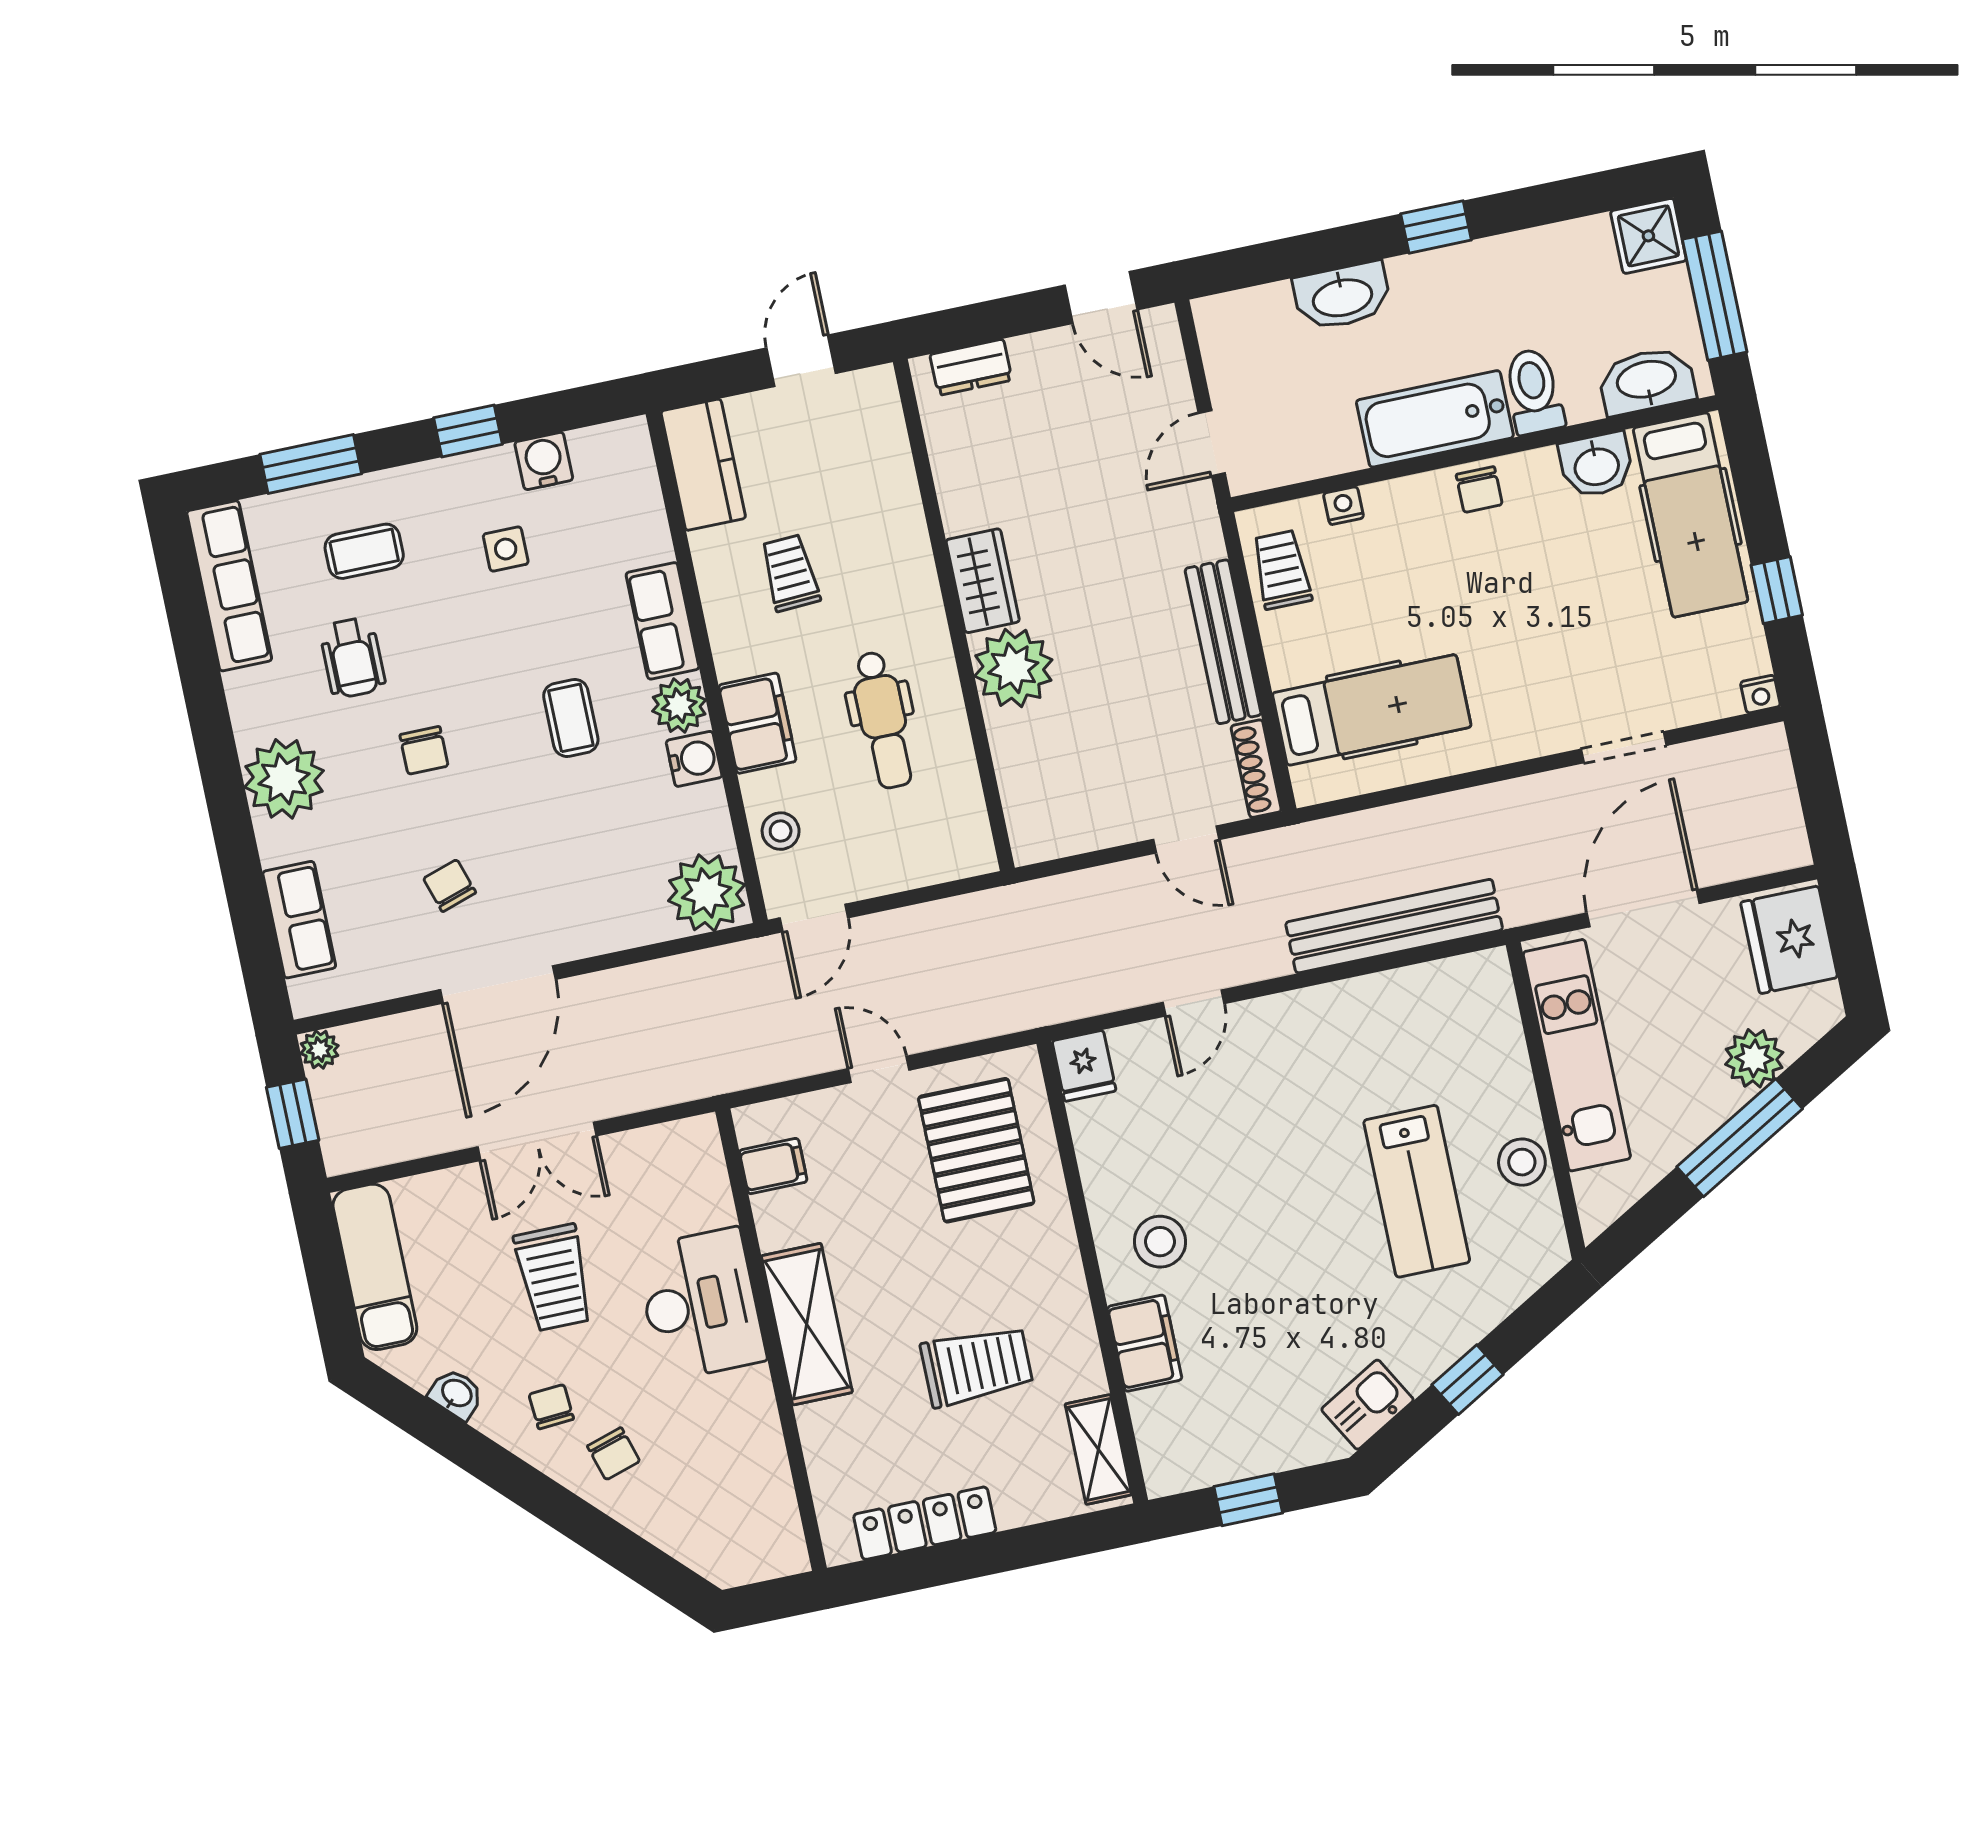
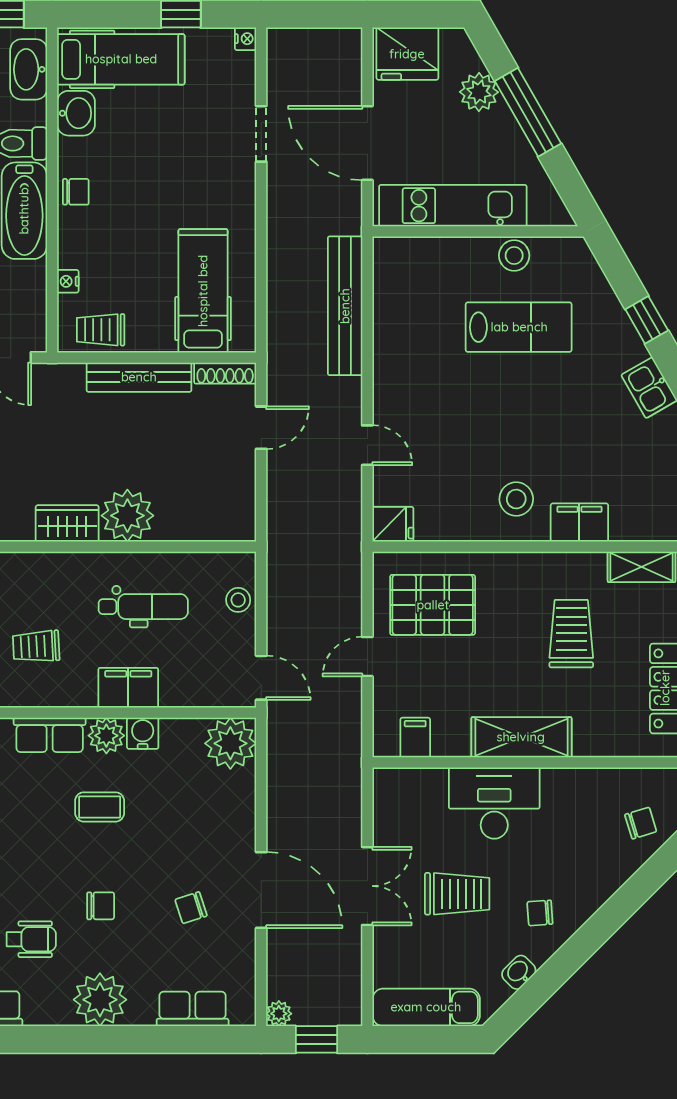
stool: (781, 831) -> (238, 600), moved
chair: (614, 1454) -> (641, 823), moved

